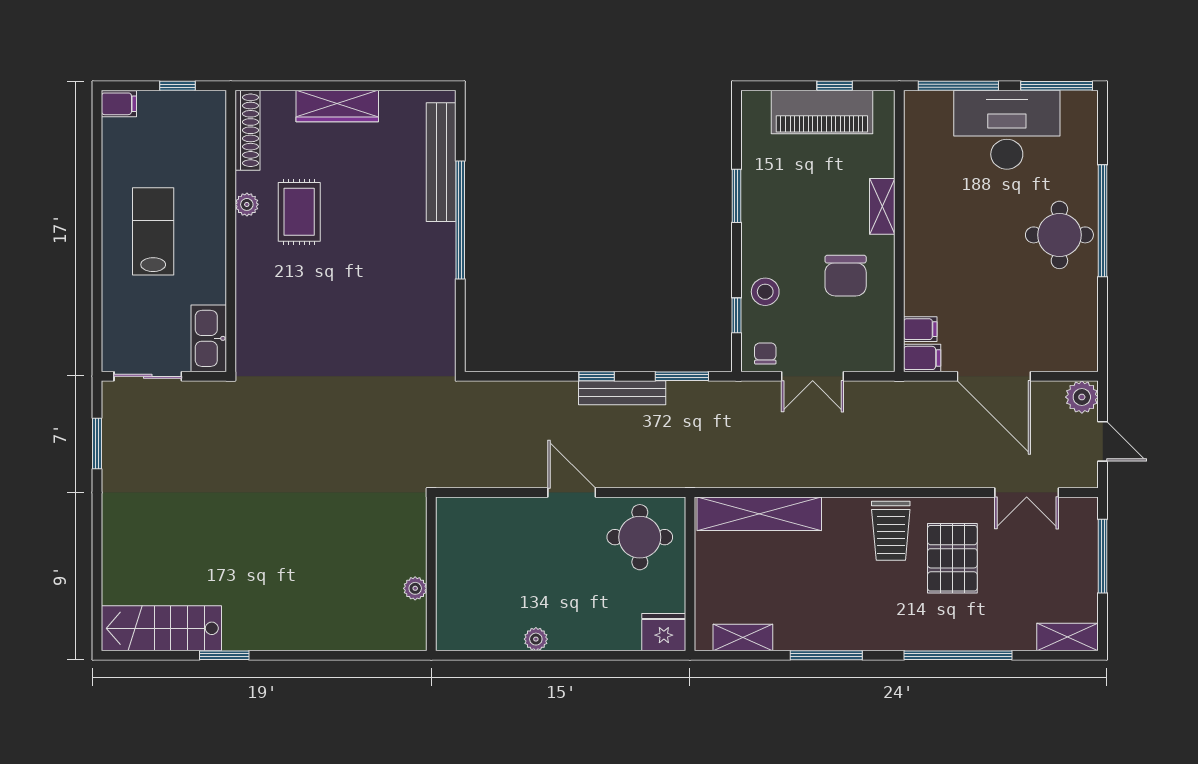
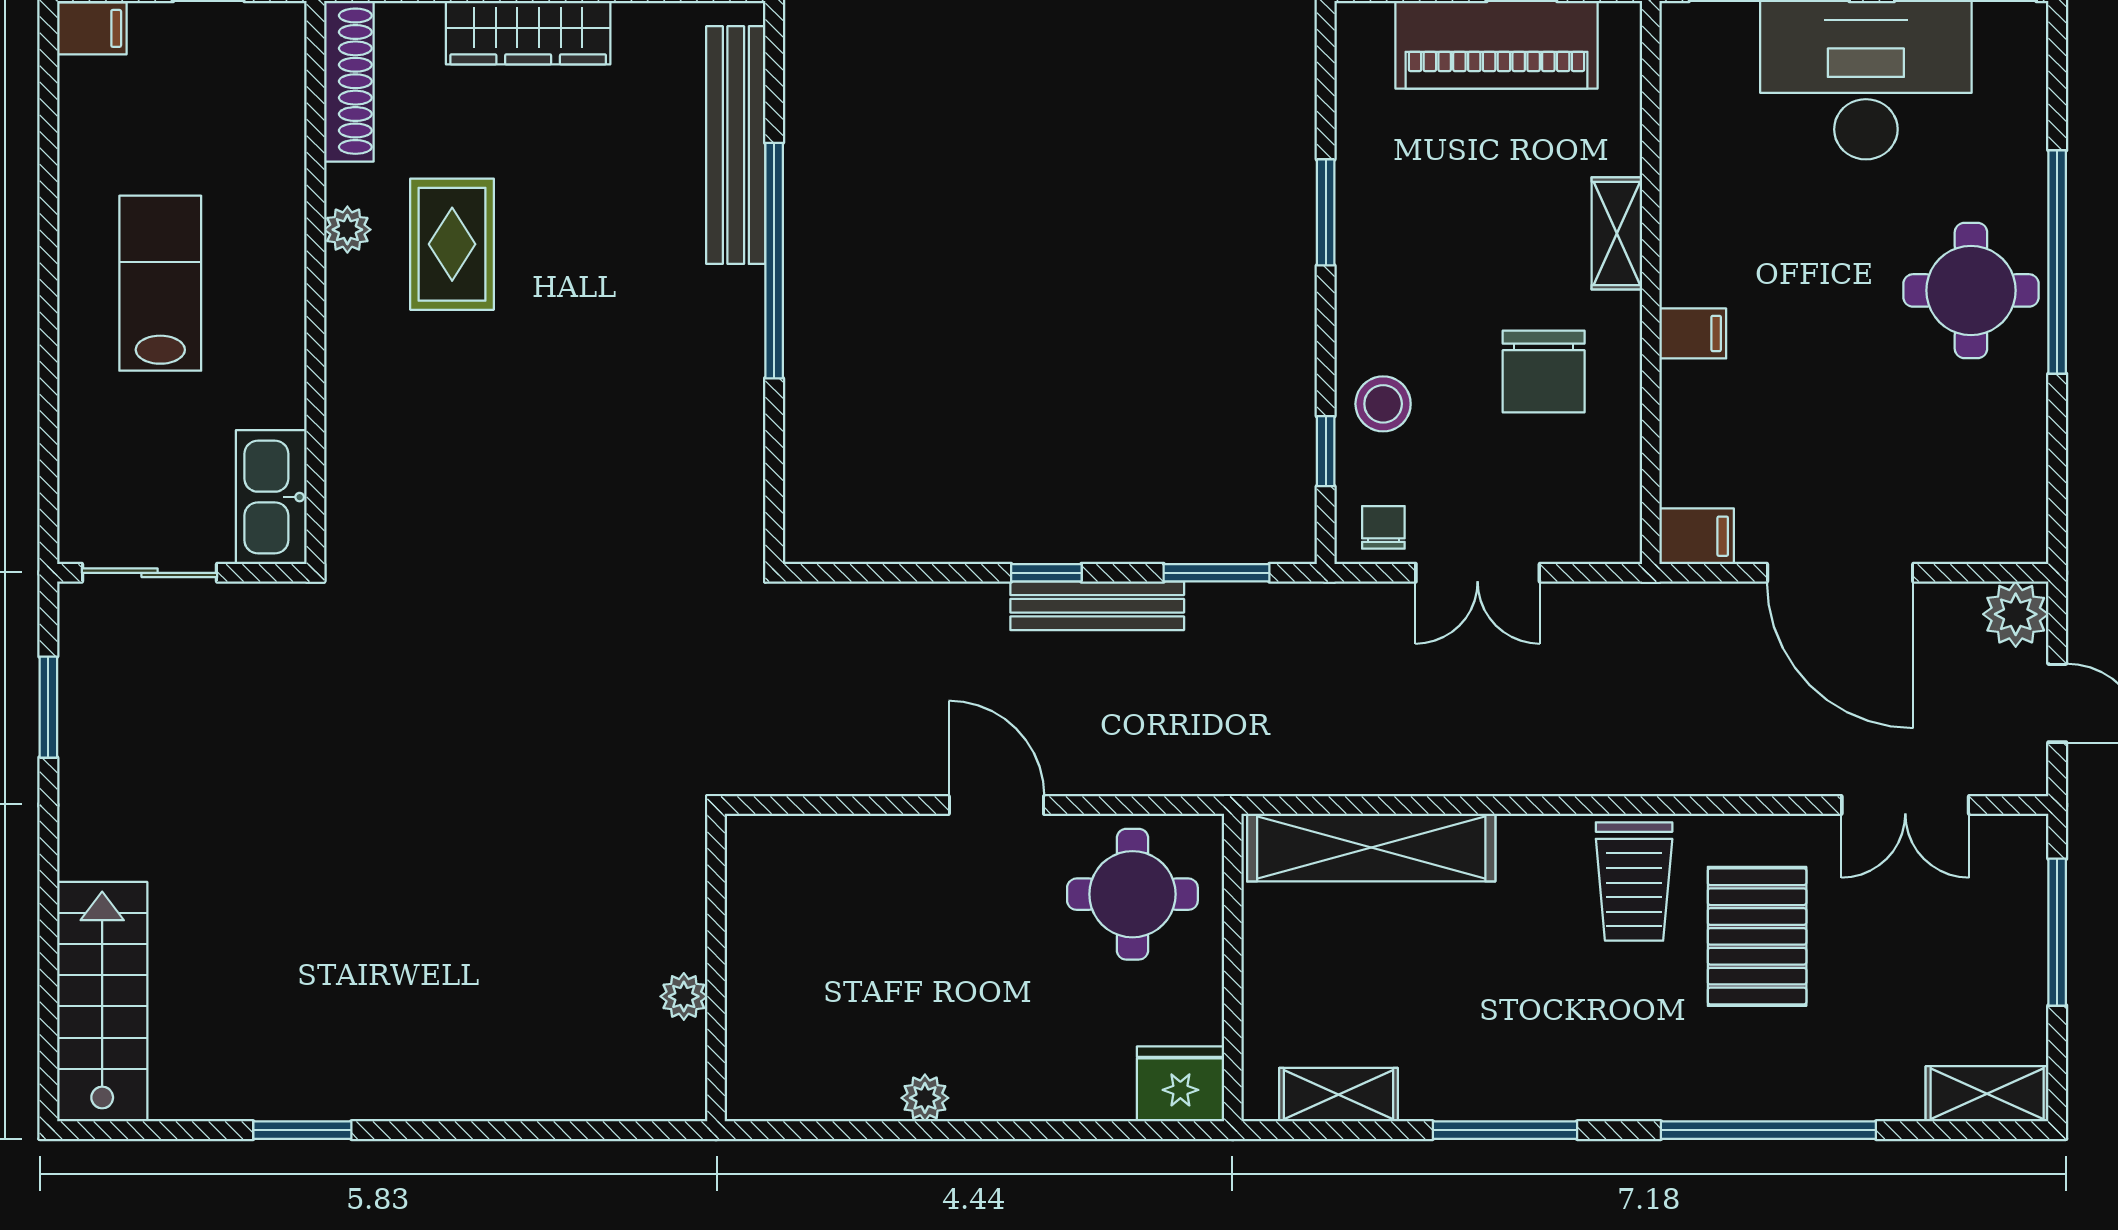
filing cabinet: (920, 329) -> (1693, 333), moved
stairs: (161, 628) -> (102, 1002), moved, turned 90

